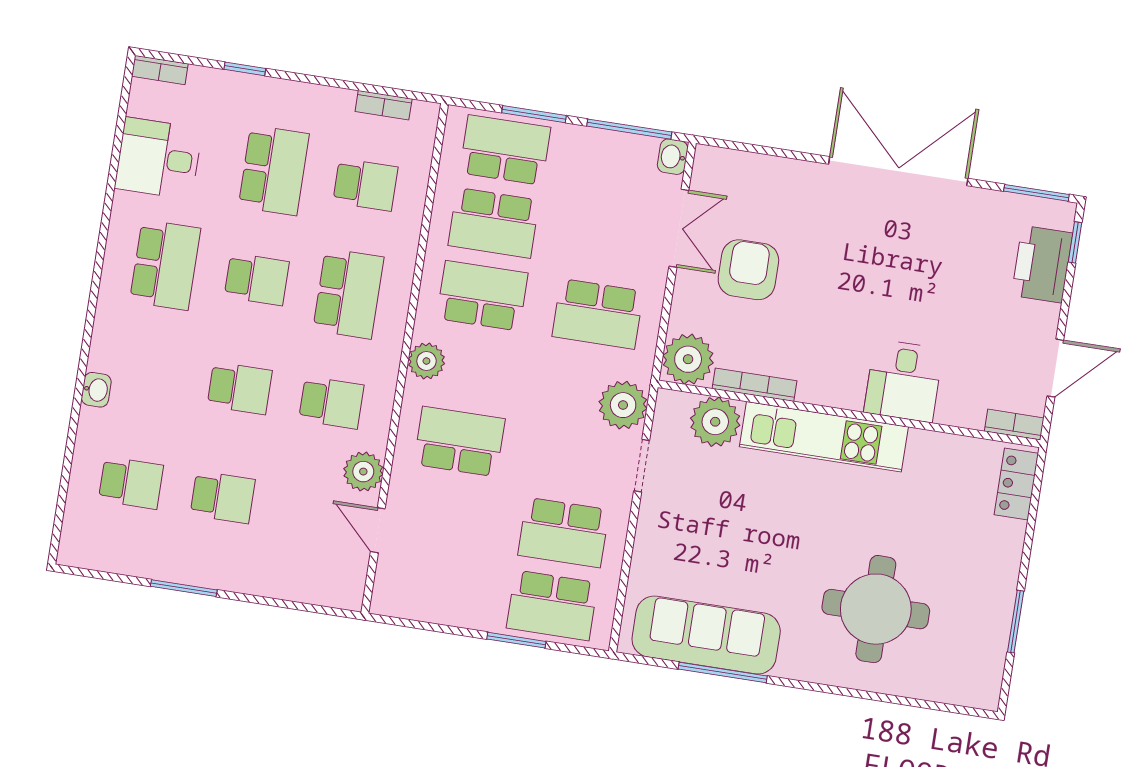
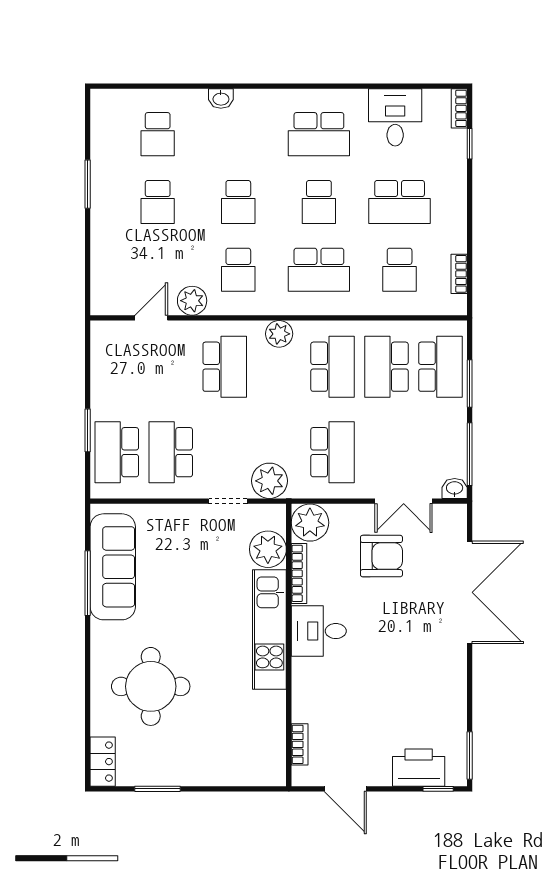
window: (245, 69) -> (470, 144), moved
double door: (898, 171) -> (470, 592), moved
school desk: (598, 314) -> (333, 452), turned 180
desk: (903, 381) -> (319, 631), moved
bookcase: (1014, 425) -> (300, 744), moved
locker: (1016, 484) -> (103, 762), moved, turned 90

